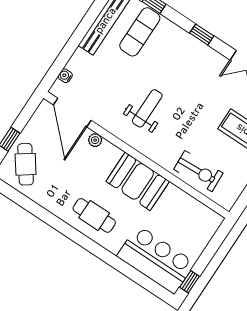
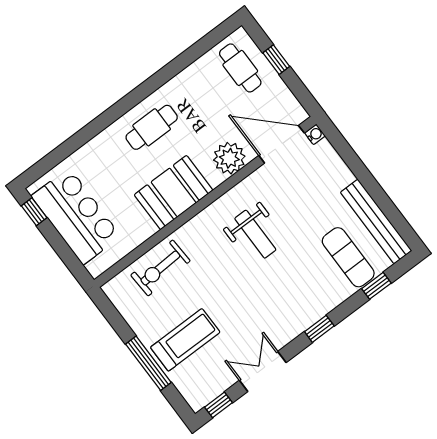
water cooler: (65, 76) -> (315, 134), moved
plant: (95, 140) -> (229, 158), width x1.88, depth x1.88
cafe table: (26, 164) -> (240, 68), turned 36
bar counter: (156, 260) -> (76, 216), moved, turned -90

